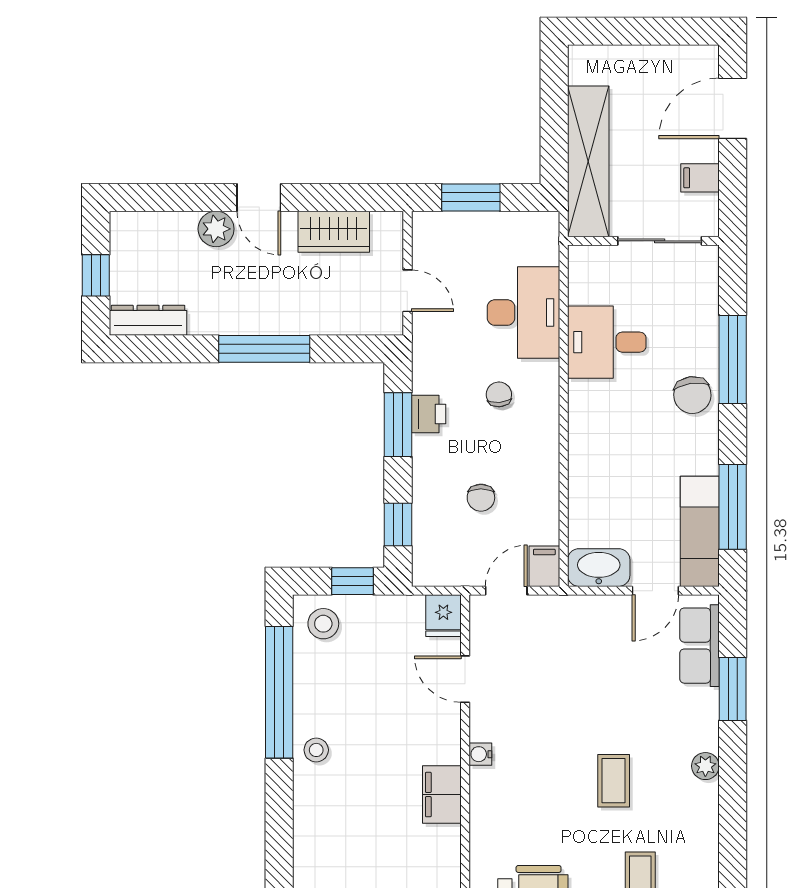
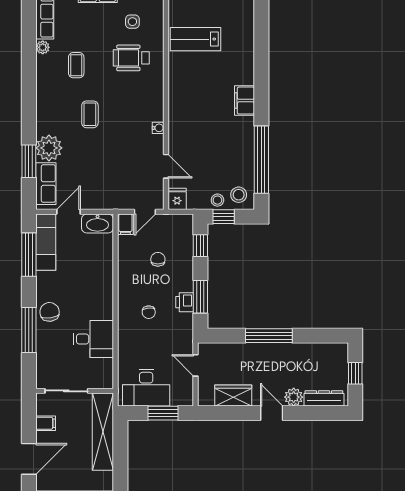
desk: (523, 313) -> (146, 388), moved, turned -90
dresser: (148, 320) -> (324, 398), moved, turned 180
stool: (316, 750) -> (217, 200), moved
plant: (705, 766) -> (49, 148), moved, width x1.87, depth x1.87
filing cabinet: (442, 795) -> (244, 101), moved, turned 180

